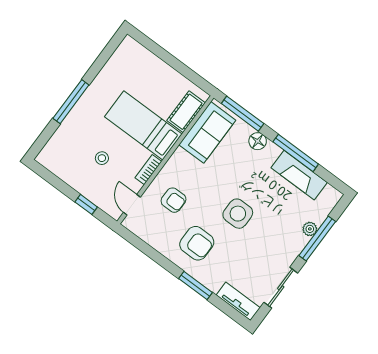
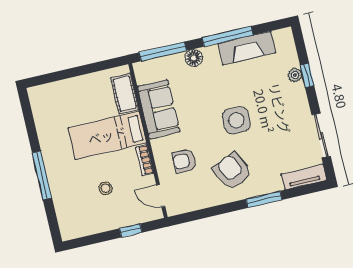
sofa: (207, 132) -> (159, 109), moved
armchair: (174, 200) -> (184, 161), turned 180
window: (317, 239) -> (307, 75), width x0.46
armchair: (197, 243) -> (232, 171), turned -116

